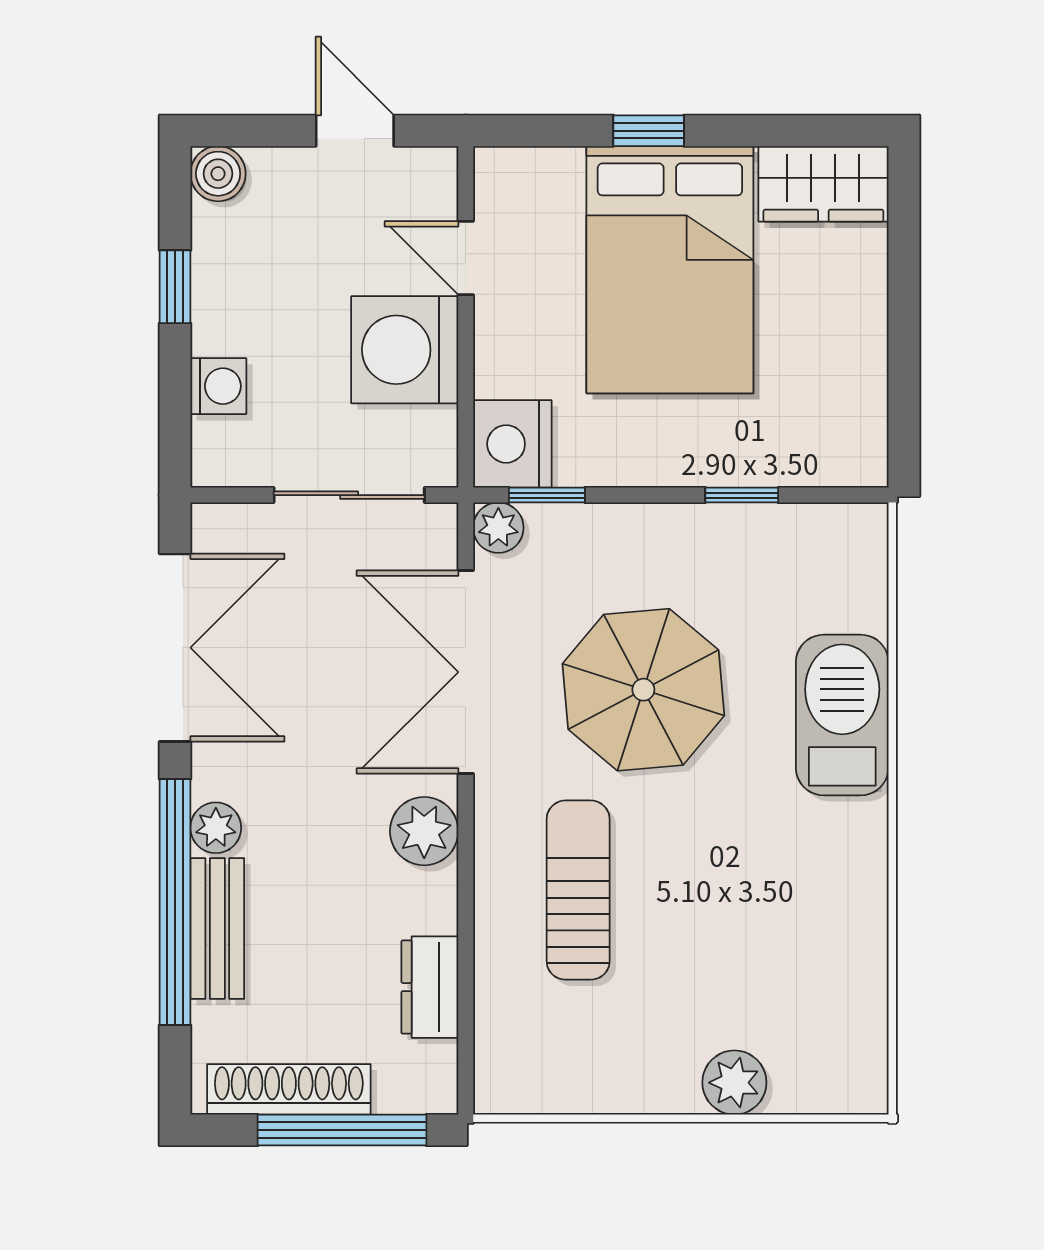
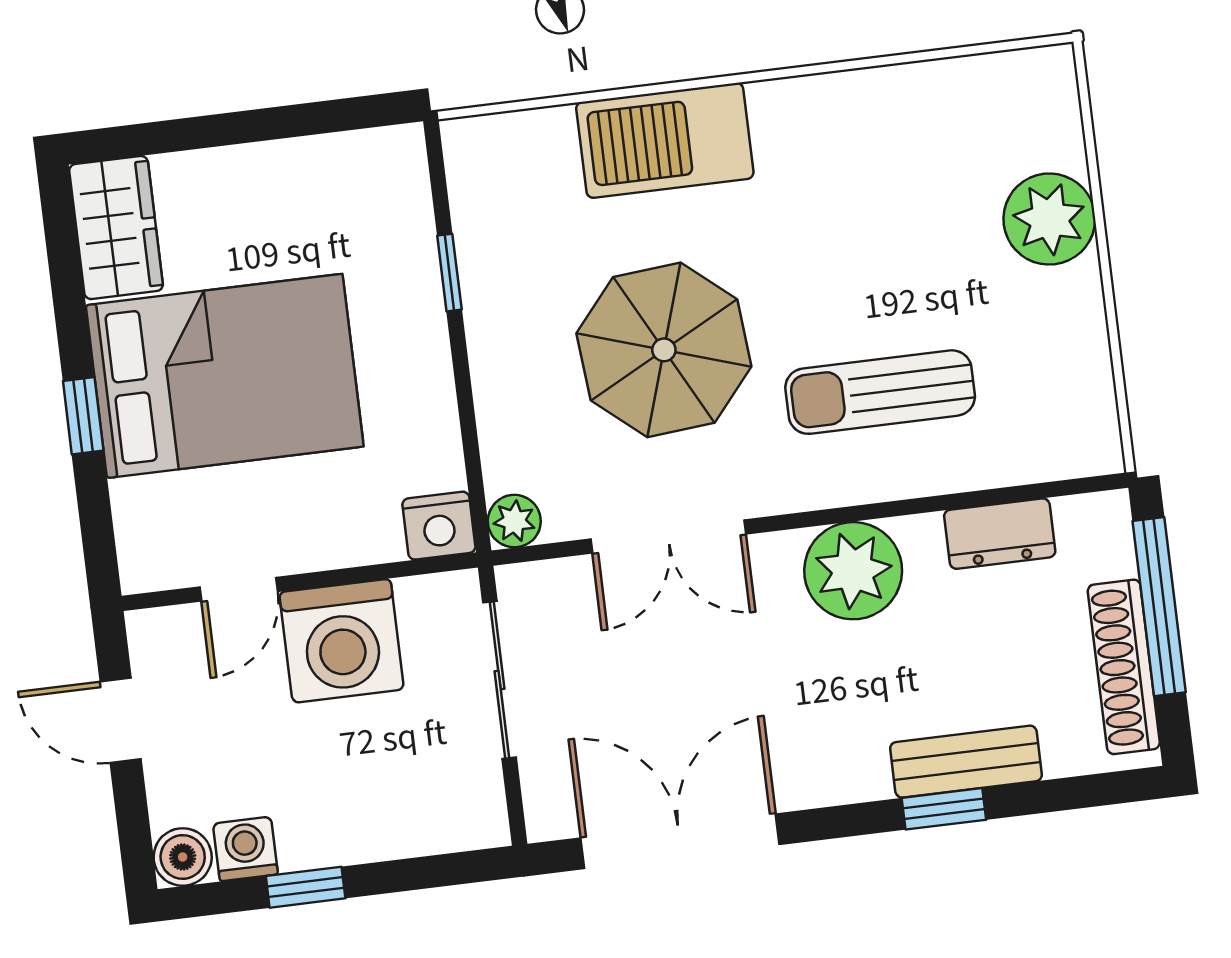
door: (355, 131) -> (121, 720), hinge flipped
washing machine: (218, 386) -> (245, 849), moved
nightstand: (512, 444) -> (439, 526), width x0.74, depth x0.75
window: (547, 495) -> (474, 475), removed
double door: (466, 672) -> (668, 536), width x0.73
plant: (216, 828) -> (862, 776), removed
plant: (424, 831) -> (853, 571), width x1.36, depth x1.36
window: (175, 902) -> (944, 809), width x0.32
plant: (734, 1083) -> (1049, 219), width x1.36, depth x1.36

